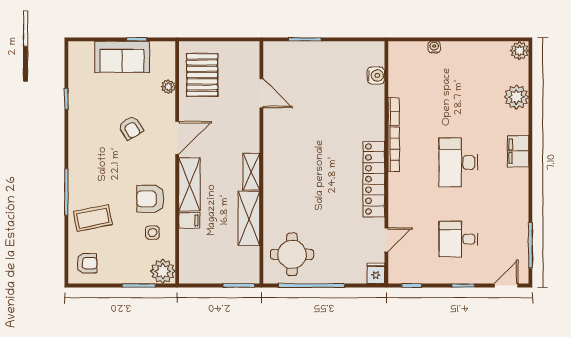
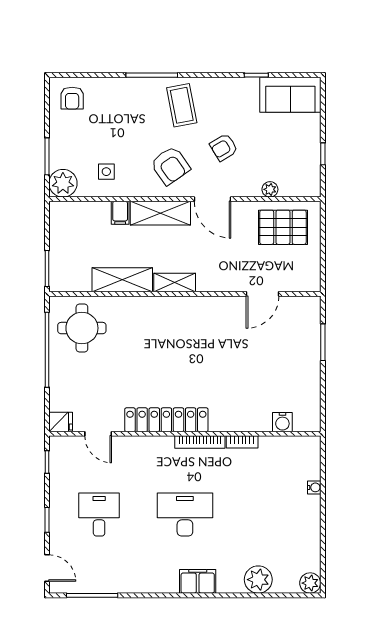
sofa: (122, 57) -> (290, 95), moved, turned -90
armchair: (150, 199) -> (170, 166), moved, turned 145
coffee table: (93, 218) -> (182, 105), moved

